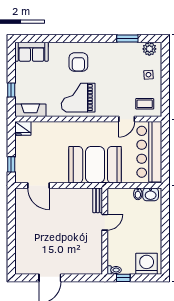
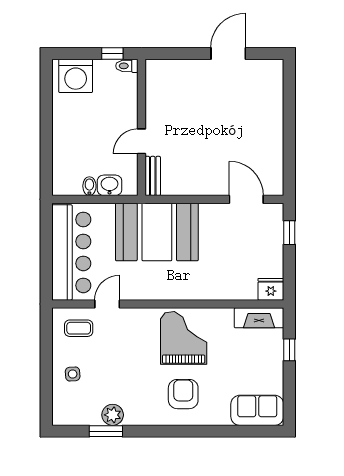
plant: (149, 49) -> (113, 415), moved
grand piano: (78, 98) -> (184, 338), turned -90
washbasin: (151, 194) -> (110, 185), moved

